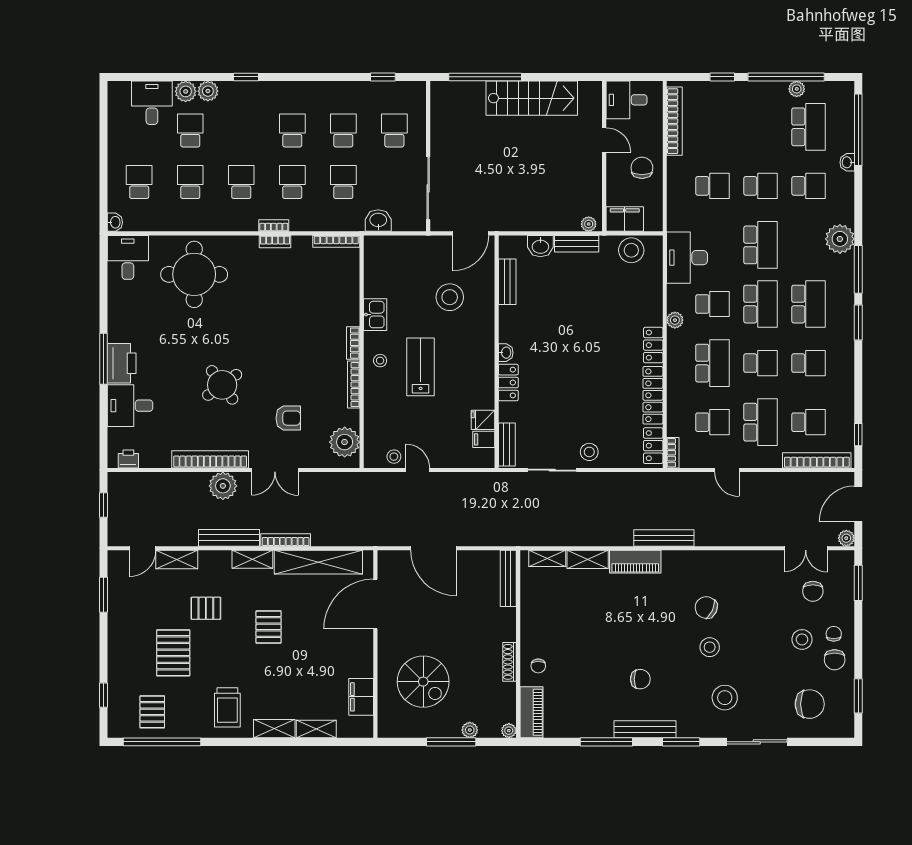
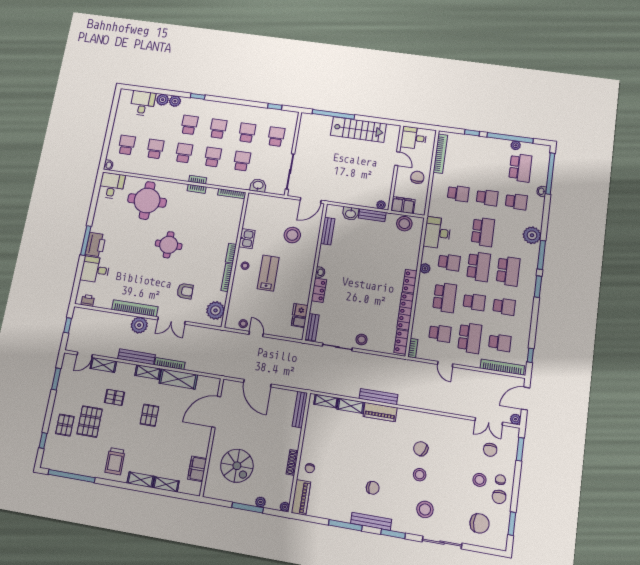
school desk: (190, 130) -> (189, 125), moved
round table: (222, 385) -> (169, 245), moved, turned 36
bench: (664, 538) -> (379, 397), moved
shelving: (318, 562) -> (178, 379), width x0.68
pallet: (152, 712) -> (65, 425), moved

